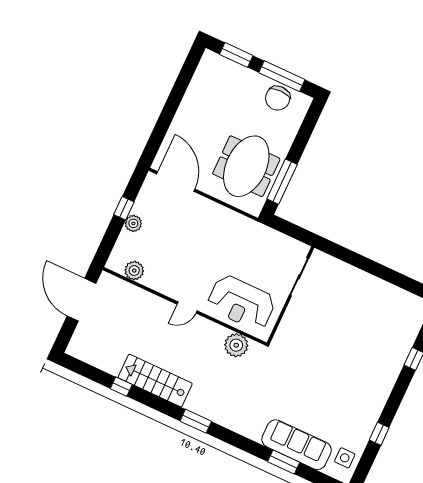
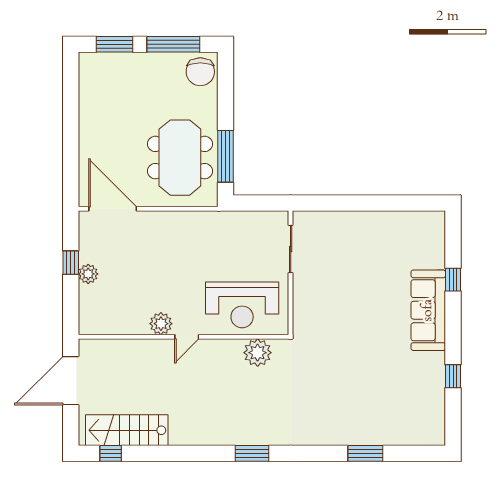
chair: (278, 98) -> (200, 72), moved
plant: (134, 271) -> (161, 324), moved
door: (81, 300) -> (71, 381), hinge flipped
stairs: (155, 381) -> (127, 430), moved
window: (121, 387) -> (111, 453), moved
sofa: (297, 445) -> (428, 310), moved, turned -90
side table: (345, 458) -> (428, 419), removed

